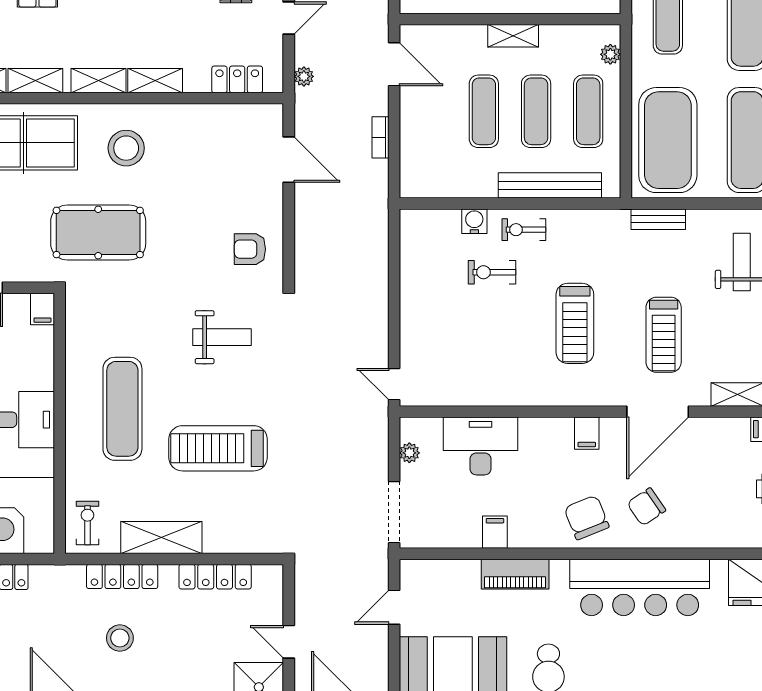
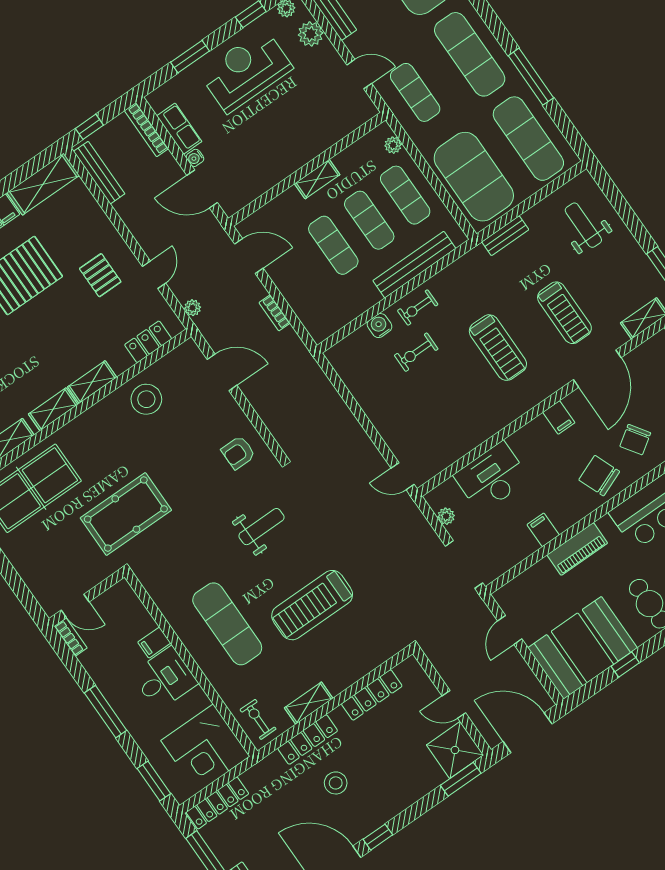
stool: (126, 148) -> (146, 399), moved
filing cabinet: (42, 309) -> (154, 643), moved, turned 90
shelving: (161, 538) -> (309, 703), width x0.67, depth x0.75

